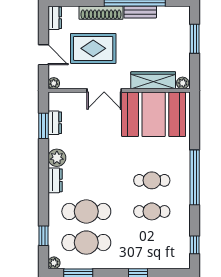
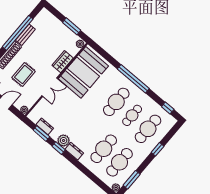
window: (195, 39) -> (72, 26), moved
rug: (93, 48) -> (24, 75), width x0.73, depth x0.70
wardrobe: (153, 80) -> (63, 62), width x0.67
cafe table: (152, 180) -> (116, 102), width x1.37, depth x1.35
window: (44, 236) -> (59, 148), moved
cafe table: (152, 243) -> (148, 129), added

